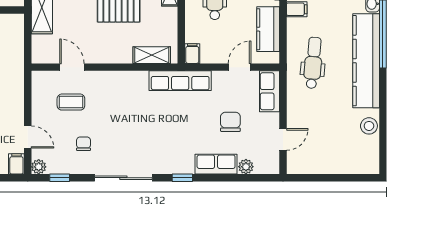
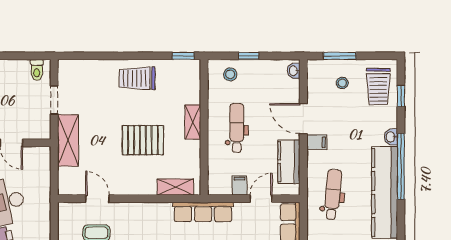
filing cabinet: (192, 54) -> (240, 185), moved

